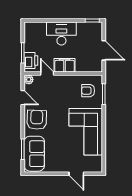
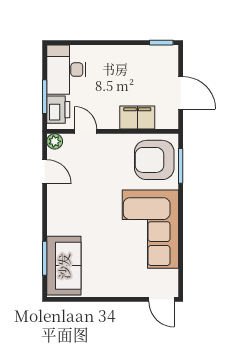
desk: (61, 33) -> (66, 70), moved, turned -90
filing cabinet: (65, 65) -> (137, 117), moved
armchair: (88, 91) -> (154, 160), width x1.88, depth x1.88
armchair: (37, 120) -> (68, 209), removed
door: (76, 174) -> (162, 299), moved

